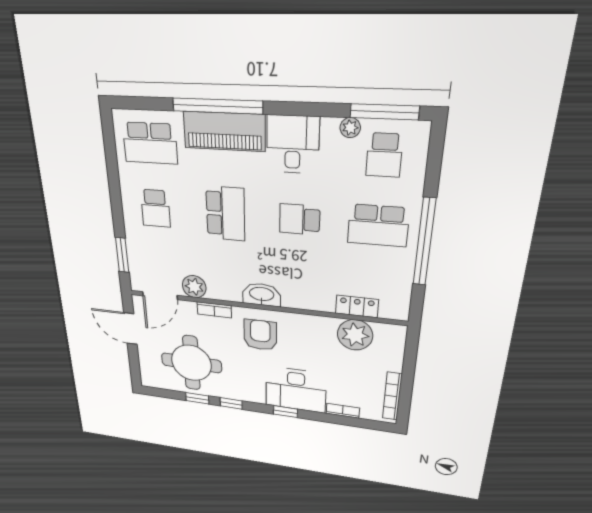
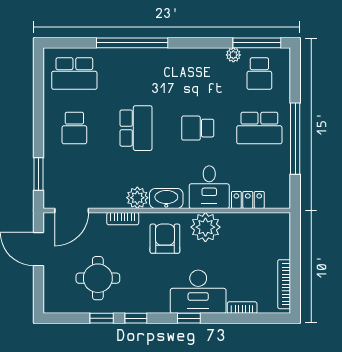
piano: (224, 131) -> (137, 62), removed
desk: (293, 144) -> (209, 187), moved, turned 180
plant: (194, 287) -> (137, 198), moved
plant: (355, 335) -> (205, 227), moved
round table: (191, 363) -> (98, 278), width x0.73, depth x0.73

